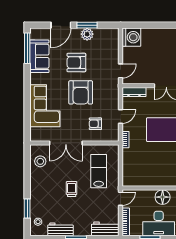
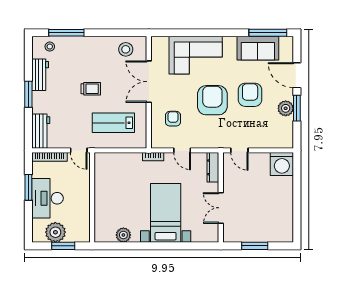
armchair: (81, 92) -> (212, 100), turned 90
lab bench: (99, 171) -> (113, 123), turned 180
floor lamp: (163, 197) -> (81, 203), removed
window: (27, 209) -> (66, 33), width x1.44

